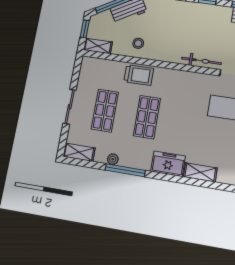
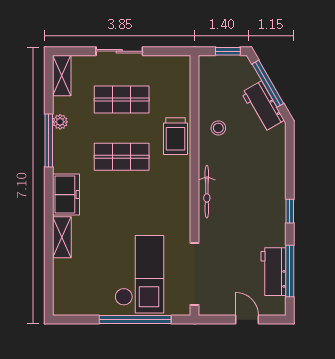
shelving: (98, 46) -> (207, 74), removed
bicycle: (201, 61) -> (207, 192), moved

